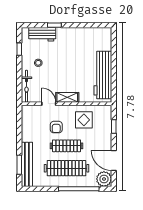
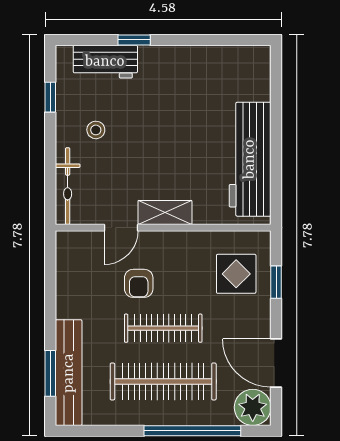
door: (49, 104) -> (121, 228), swing flipped
display table: (84, 120) -> (236, 274), moved

